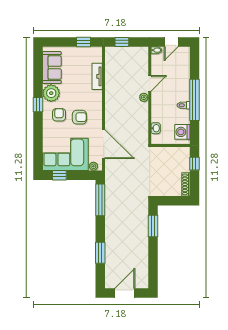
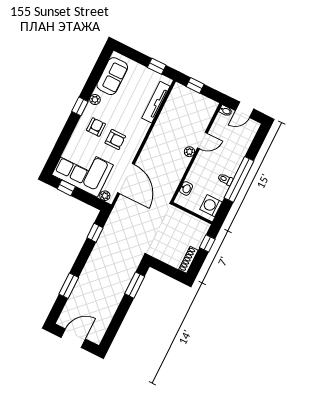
tv unit: (97, 76) -> (156, 102), width x1.41
plant: (51, 93) -> (95, 99), width x0.53, depth x0.53
window: (100, 200) -> (95, 233), width x0.46

